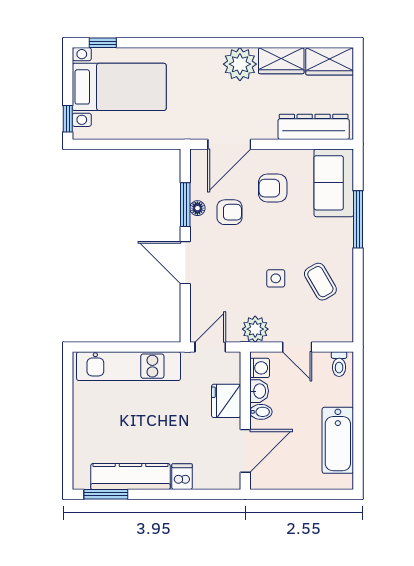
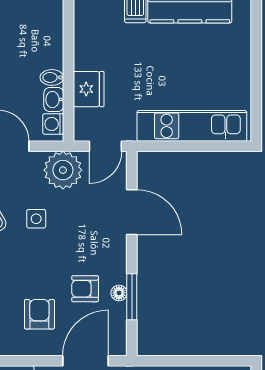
armchair: (273, 188) -> (39, 314), turned -90
door: (185, 263) -> (132, 212), moved
plant: (255, 329) -> (63, 170), width x1.36, depth x1.36
door: (245, 451) -> (68, 36), removed

